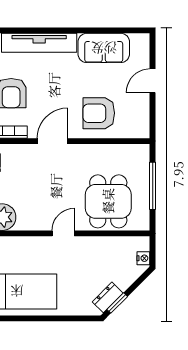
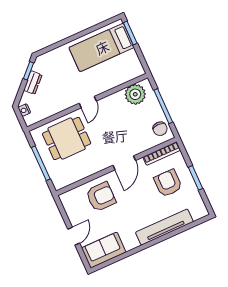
sofa: (104, 48) -> (104, 250), moved
dining table: (108, 201) -> (67, 138), turned 90
dresser: (108, 297) -> (33, 83), moved

